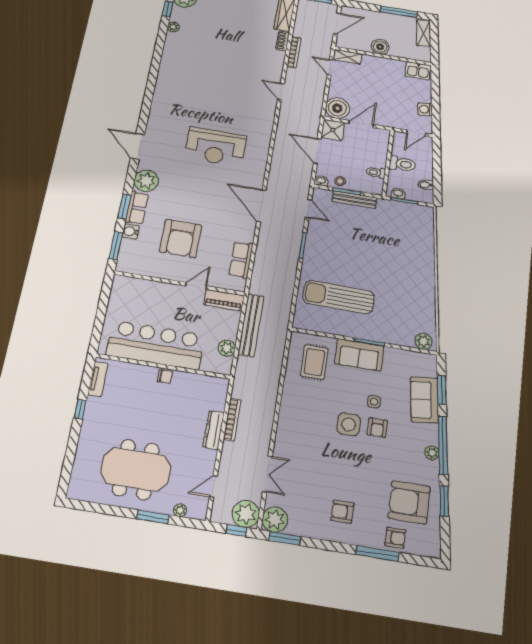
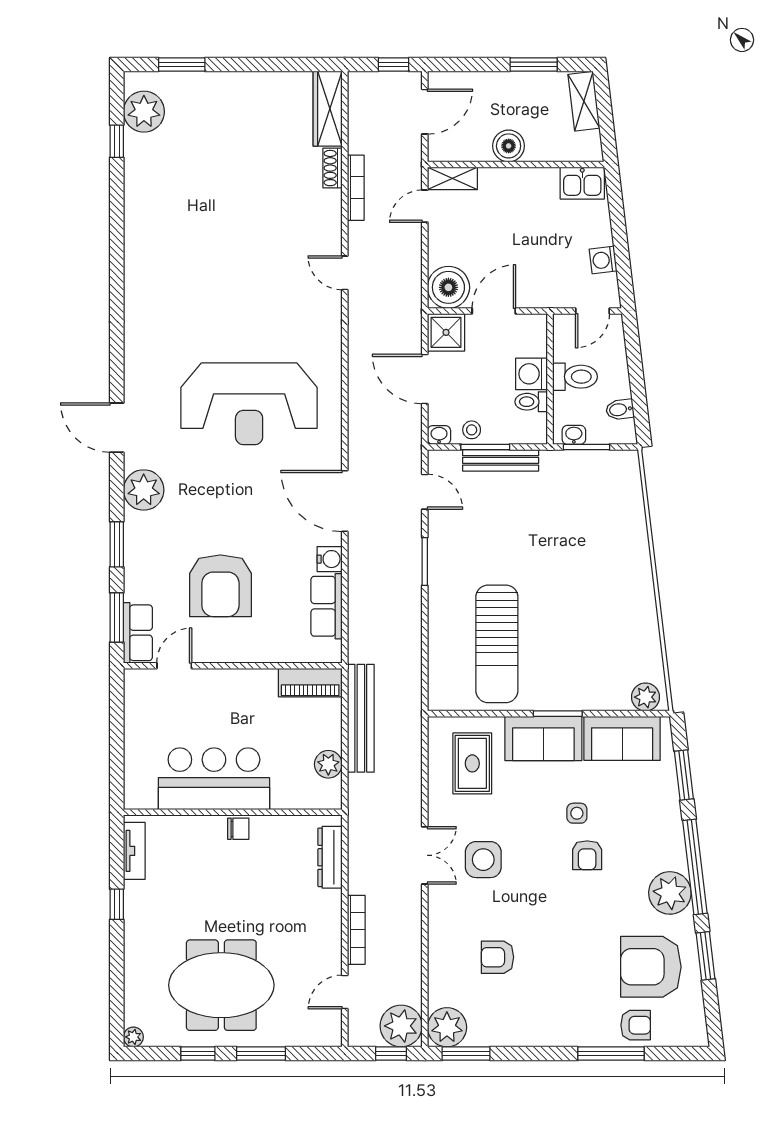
window: (399, 12) -> (534, 64), width x0.69
plant: (173, 27) -> (134, 177), removed
door: (330, 67) -> (425, 206), hinge flipped
reception desk: (215, 147) -> (249, 404), width x1.36, depth x1.30
washing machine: (378, 159) -> (532, 374), added
row of seats: (137, 208) -> (138, 633), moved
water cooler: (131, 231) -> (330, 559), moved, turned 180
door: (196, 286) -> (174, 666), moved
sun lounger: (339, 297) -> (497, 644), turned -91
bar counter: (156, 345) -> (214, 779), width x0.73
sofa: (424, 400) -> (622, 738), moved, turned -83
bookcase: (232, 419) -> (356, 930), moved
side table: (349, 424) -> (483, 860), moved
dresser: (214, 430) -> (330, 857), moved
plant: (432, 453) -> (670, 893), width x1.88, depth x1.88
double door: (267, 474) -> (425, 855), moved
window: (112, 510) -> (198, 1054), added
plant: (180, 510) -> (133, 1037), moved
armchair: (342, 512) -> (497, 957), moved

